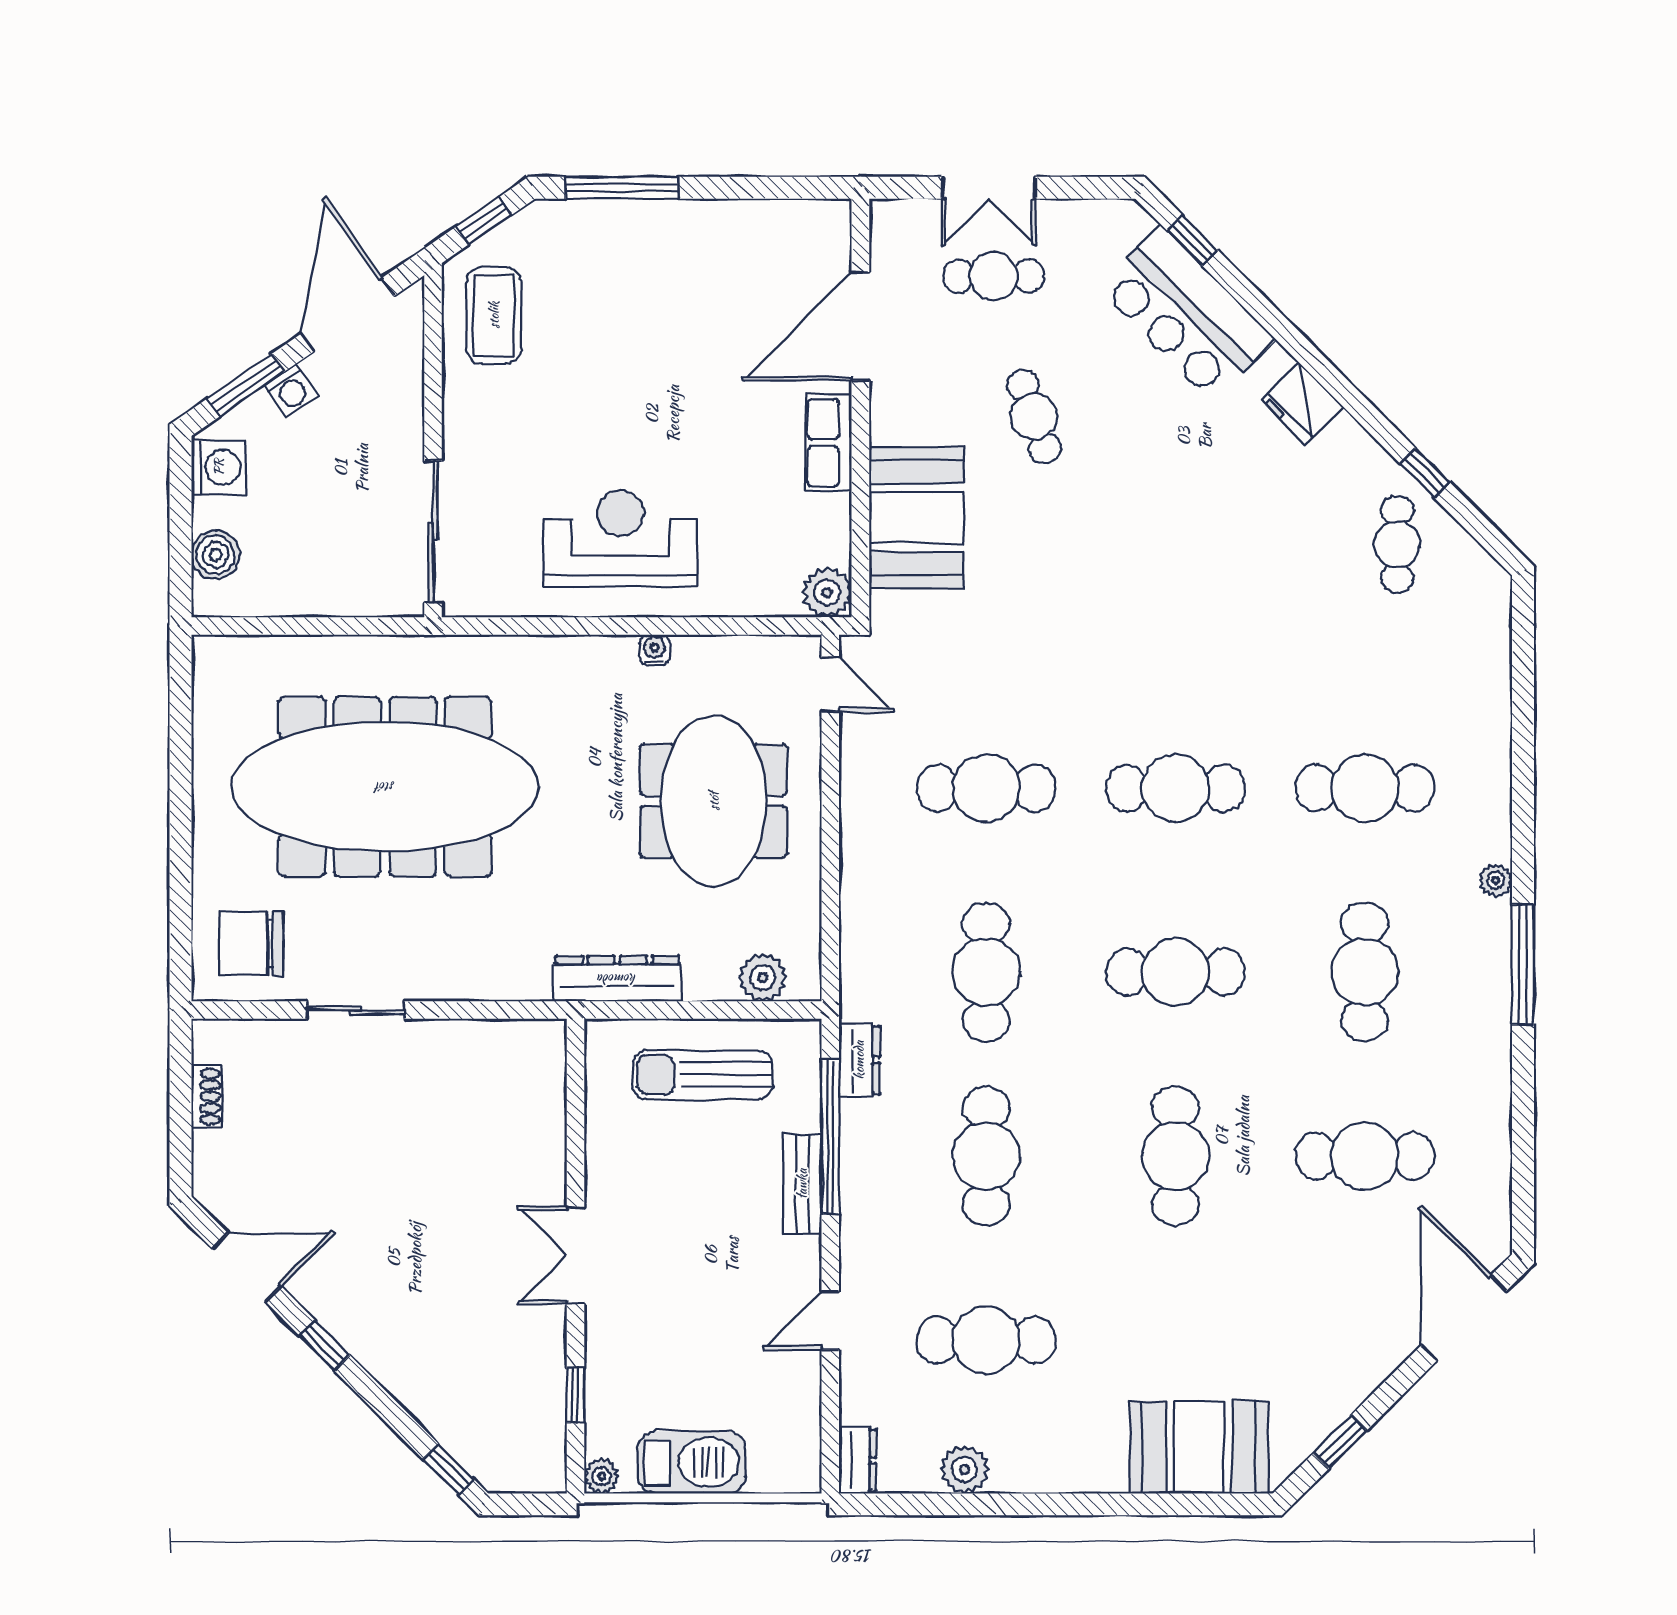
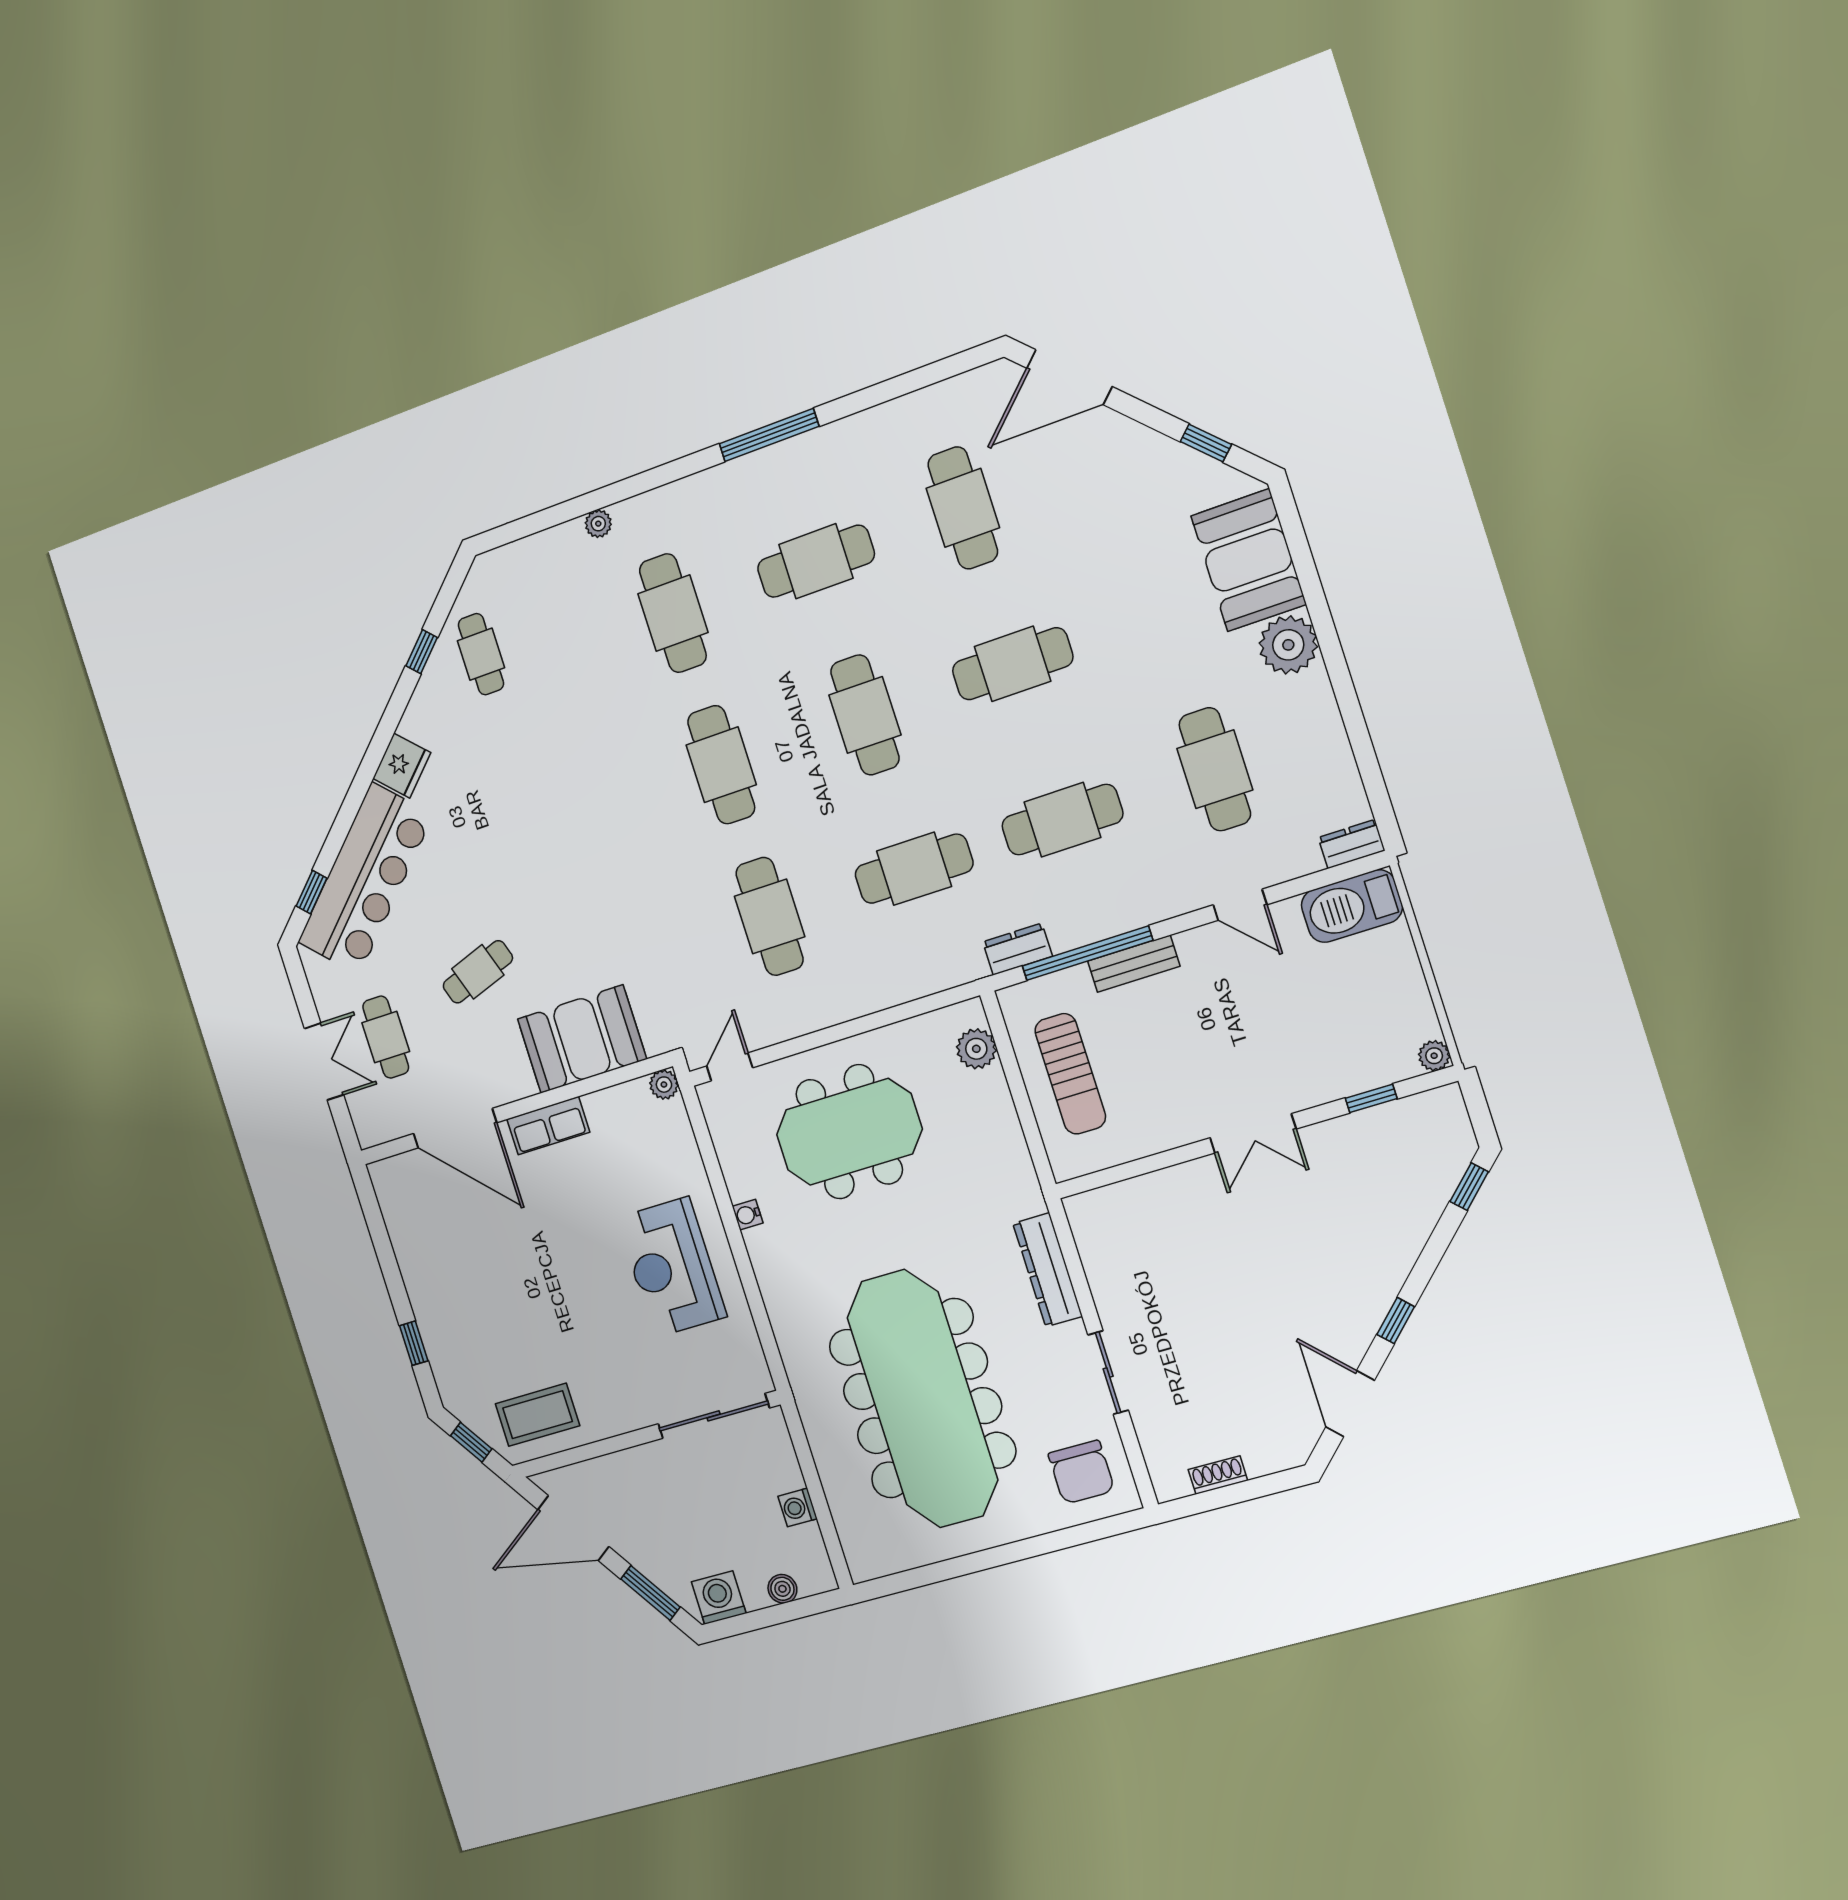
window: (622, 188) -> (414, 1343), width x0.46
bar counter: (1186, 314) -> (365, 879), width x1.36
washing machine: (291, 391) -> (798, 1507), moved, turned -145
cafe table: (1397, 544) -> (481, 654), turned 90
boiler: (216, 555) -> (782, 1589), width x0.73, depth x0.73
plant: (827, 593) -> (664, 1085), width x0.73, depth x0.73
plant: (1496, 880) -> (598, 524), moved
dresser: (617, 979) -> (1048, 1270), moved
barbecue: (692, 1462) -> (1352, 906), moved, turned -90
plant: (964, 1469) -> (1288, 645), moved, width x1.36, depth x1.36

